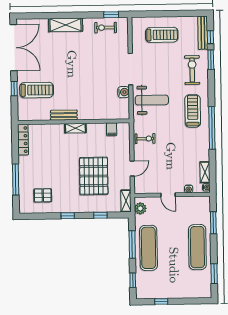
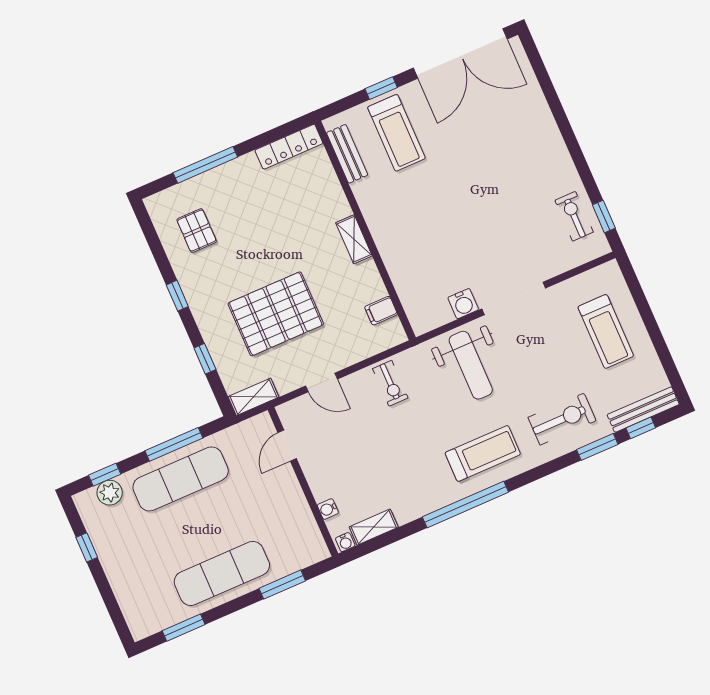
shelving: (66, 25) -> (547, 136), removed
bench: (64, 115) -> (347, 154), moved
door: (168, 195) -> (287, 446), moved
plant: (140, 208) -> (110, 493), moved

